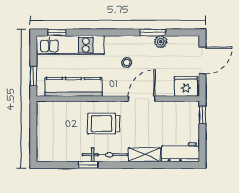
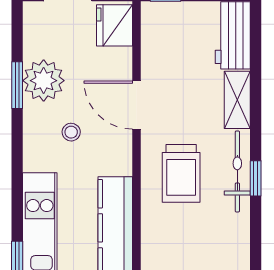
plant: (161, 42) -> (44, 81), width x1.87, depth x1.87
window: (88, 165) -> (256, 178), moved

